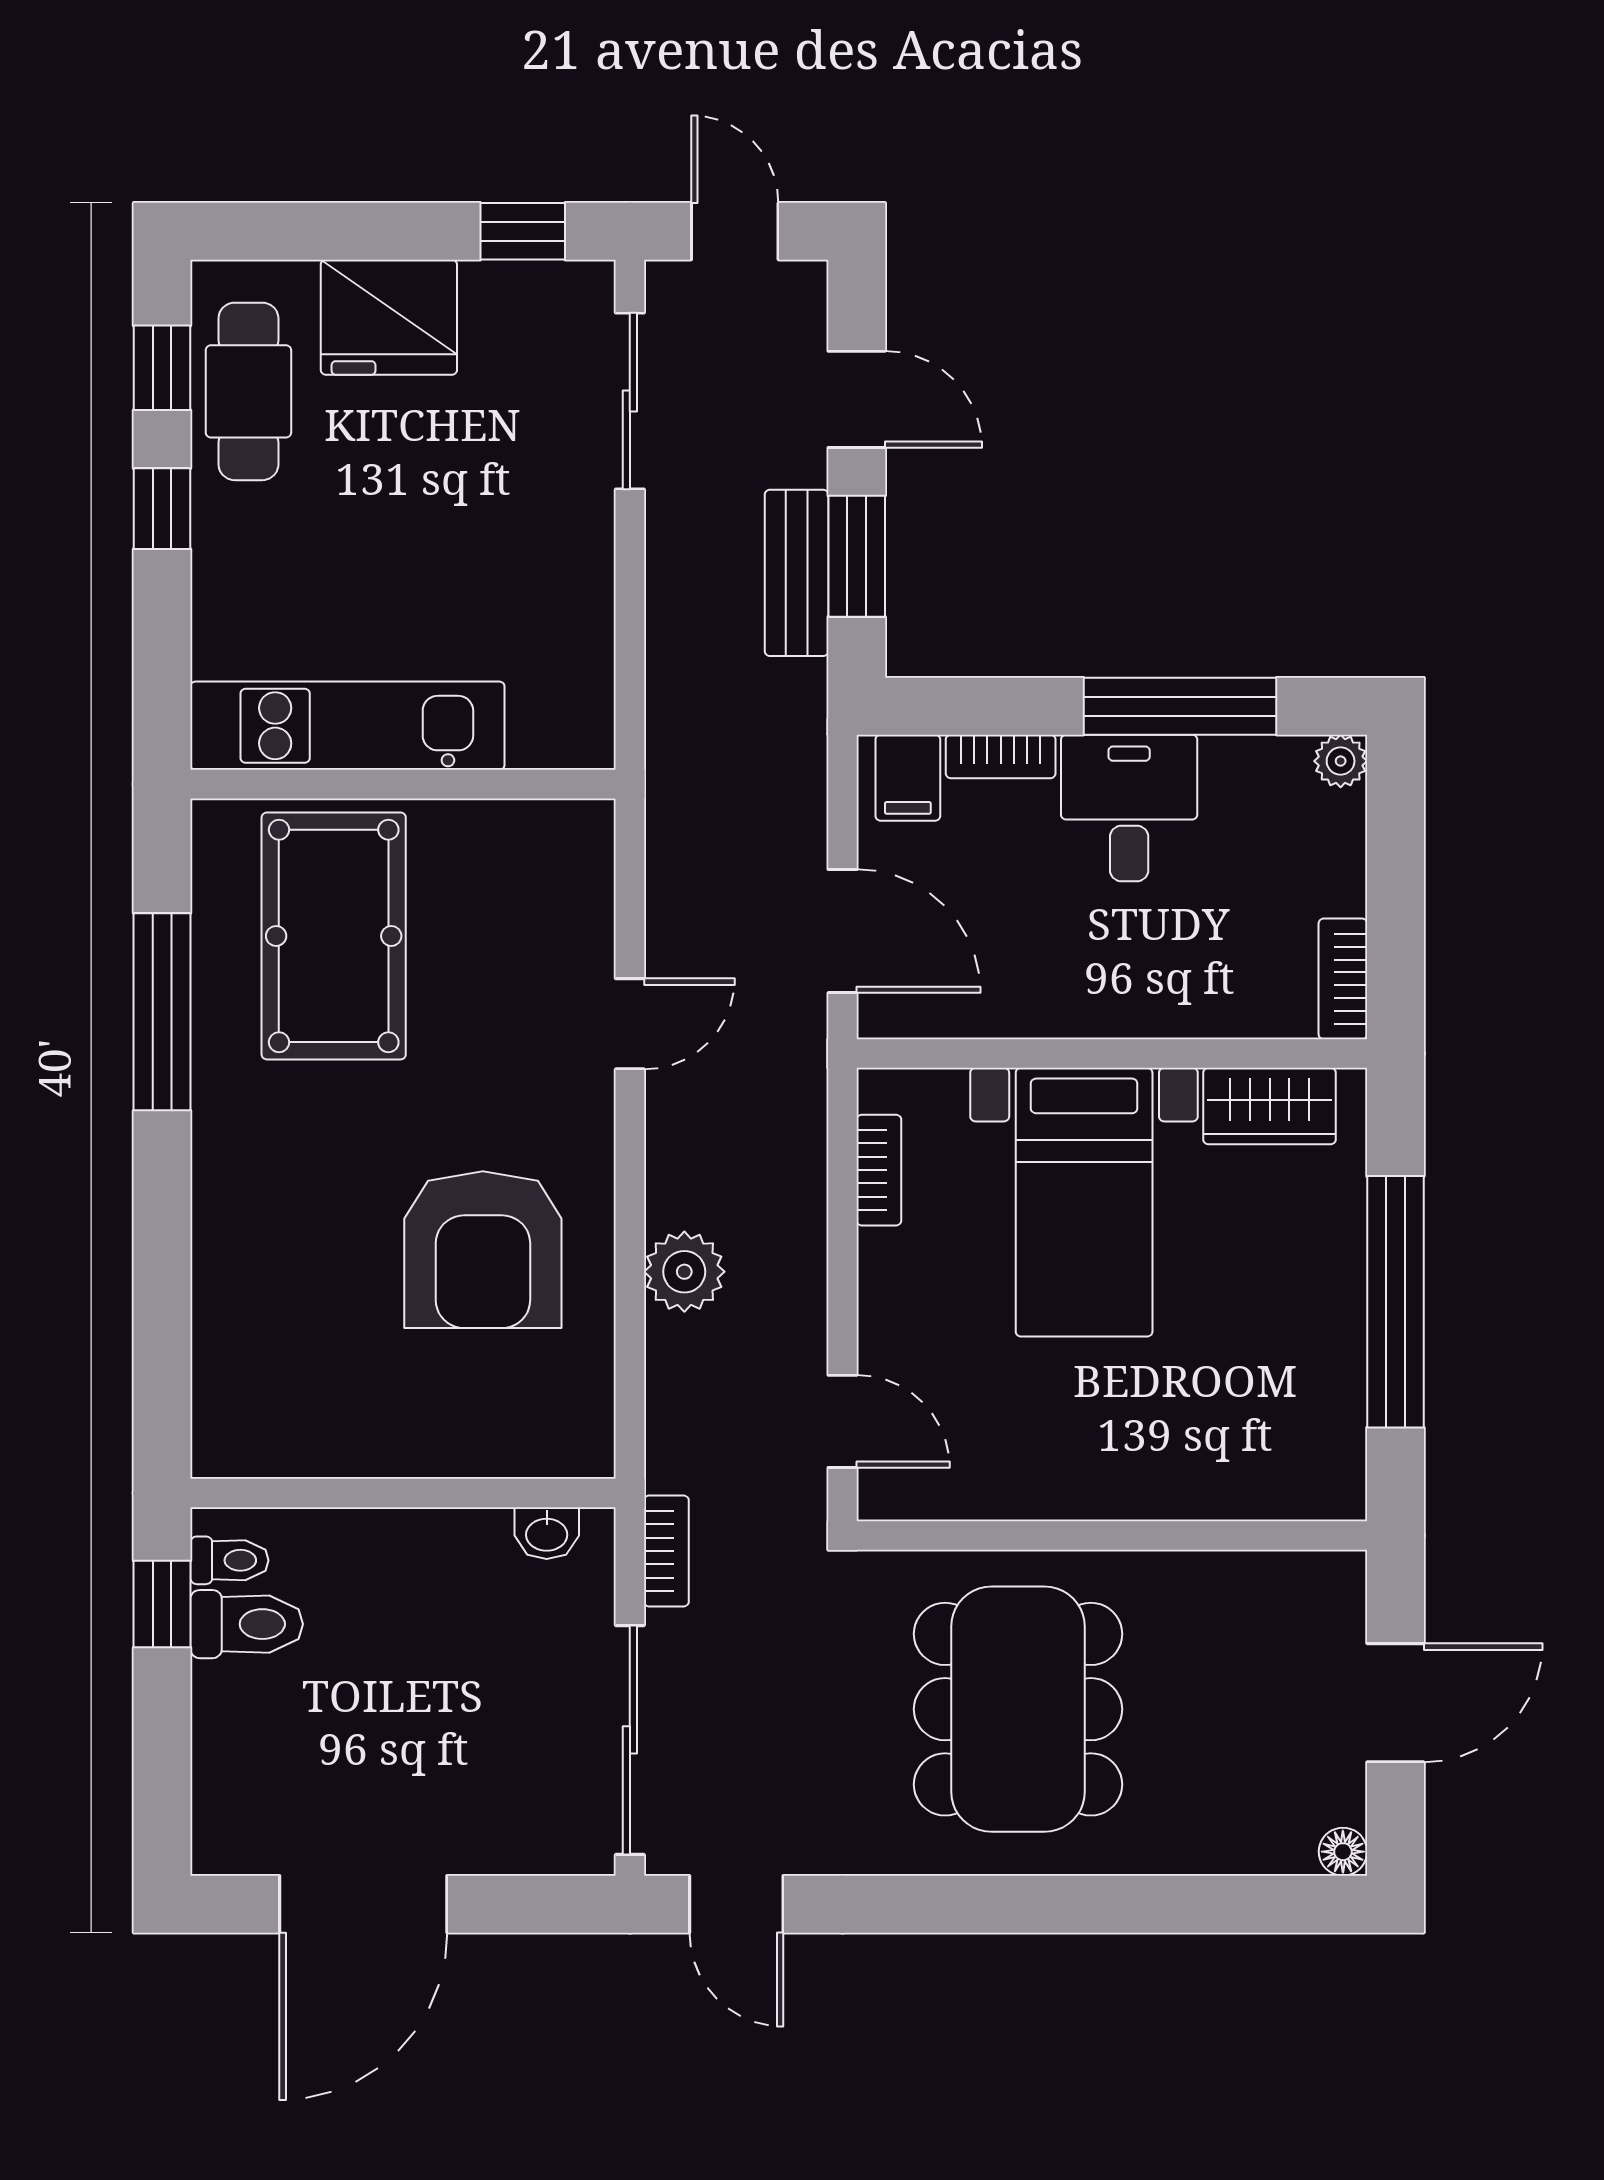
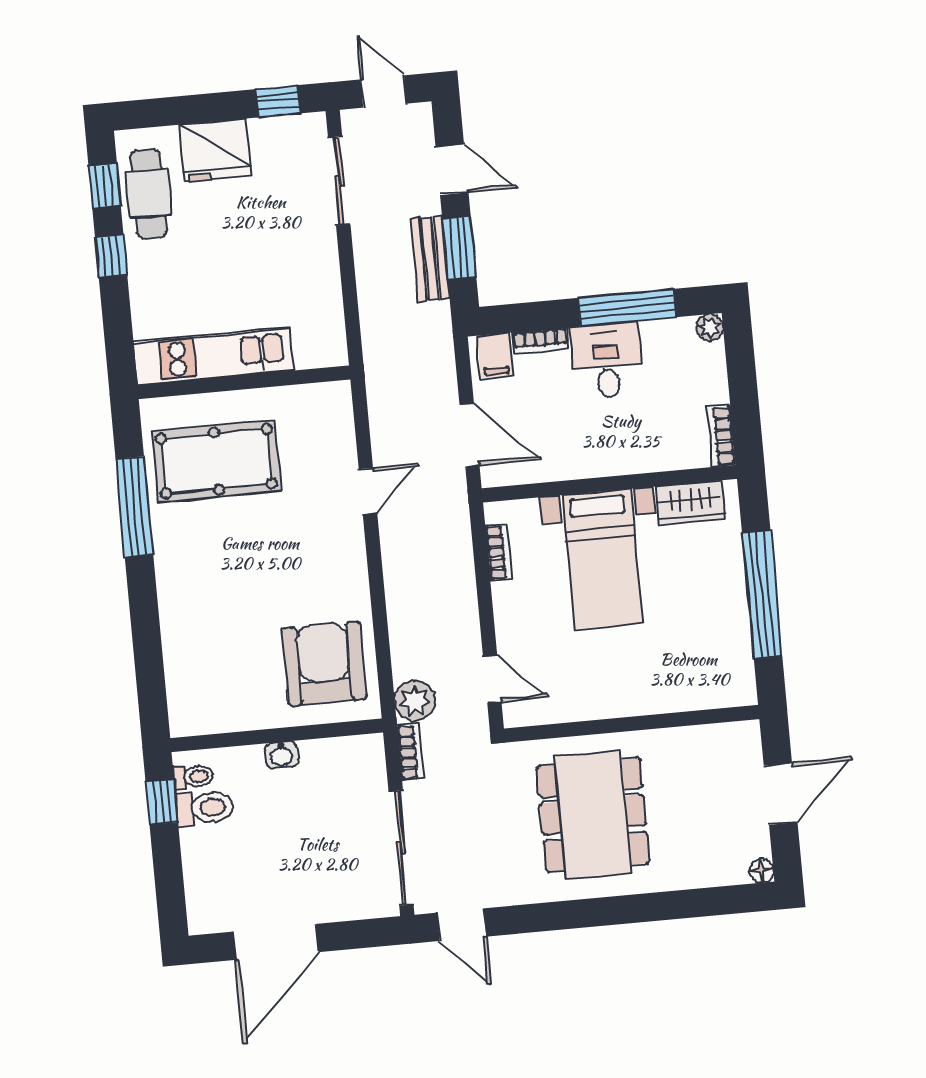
pool table: (334, 936) -> (216, 461), turned 90
armchair: (483, 1250) -> (324, 664), moved, turned 180
plant: (684, 1272) -> (415, 701), moved
washbasin: (547, 1533) -> (282, 755), moved

